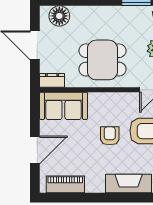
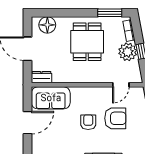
dining table: (102, 60) -> (87, 42), moved, turned 90
door: (35, 150) -> (27, 123), moved

